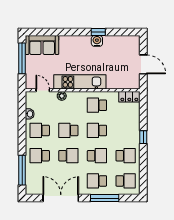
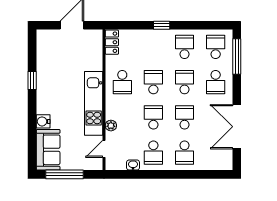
water cooler: (97, 41) -> (43, 121), moved
school desk: (68, 130) -> (153, 117), turned 180
school desk: (97, 130) -> (153, 82), turned 180
window: (22, 170) -> (202, 174), removed
window: (105, 198) -> (237, 57), moved

